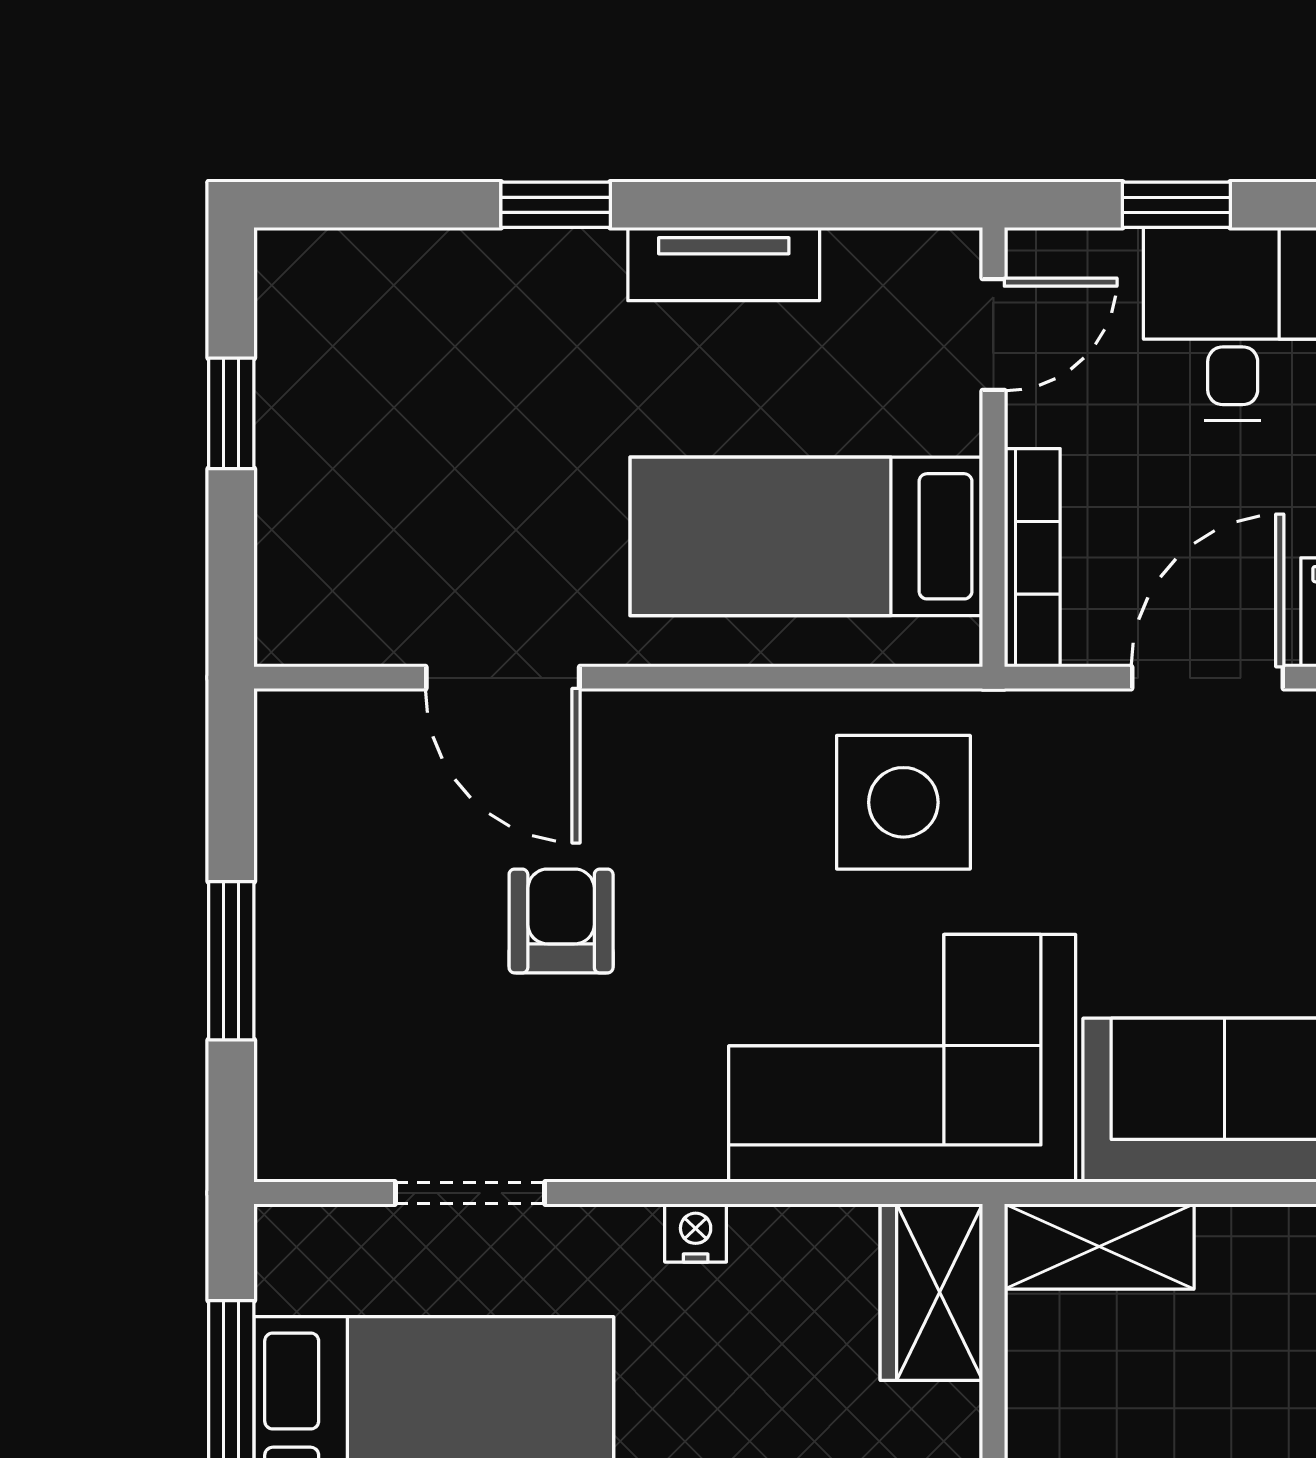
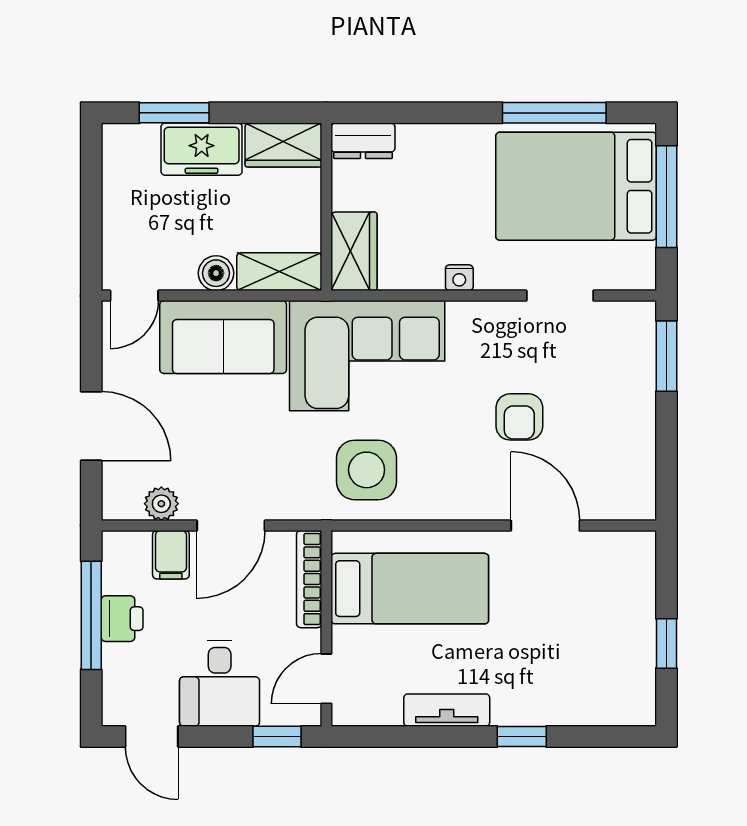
window: (1176, 205) -> (277, 737), moved
window: (231, 961) -> (666, 356), moved
boiler: (1241, 1243) -> (216, 273), added

